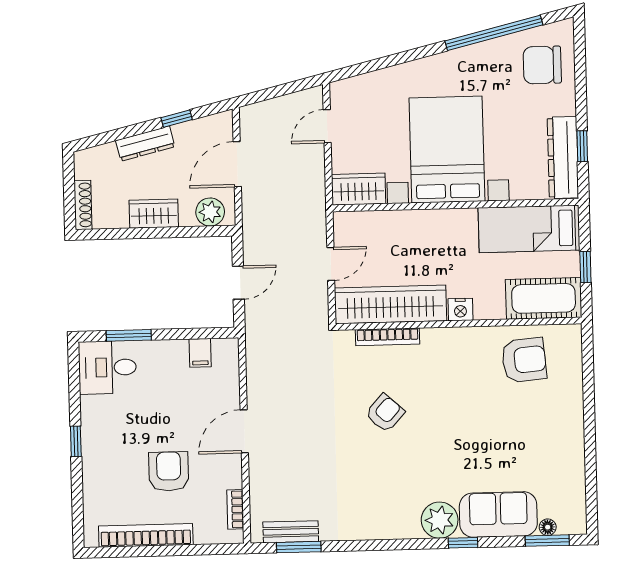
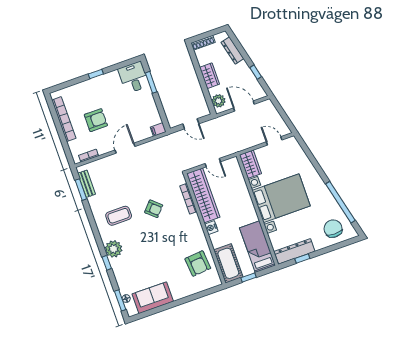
dresser: (145, 144) -> (232, 50), moved
filing cabinet: (200, 353) -> (158, 130), moved
door: (244, 431) -> (125, 148), hinge flipped
coffee table: (376, 488) -> (119, 216), added
sofa: (498, 514) -> (153, 298), moved, turned -90

